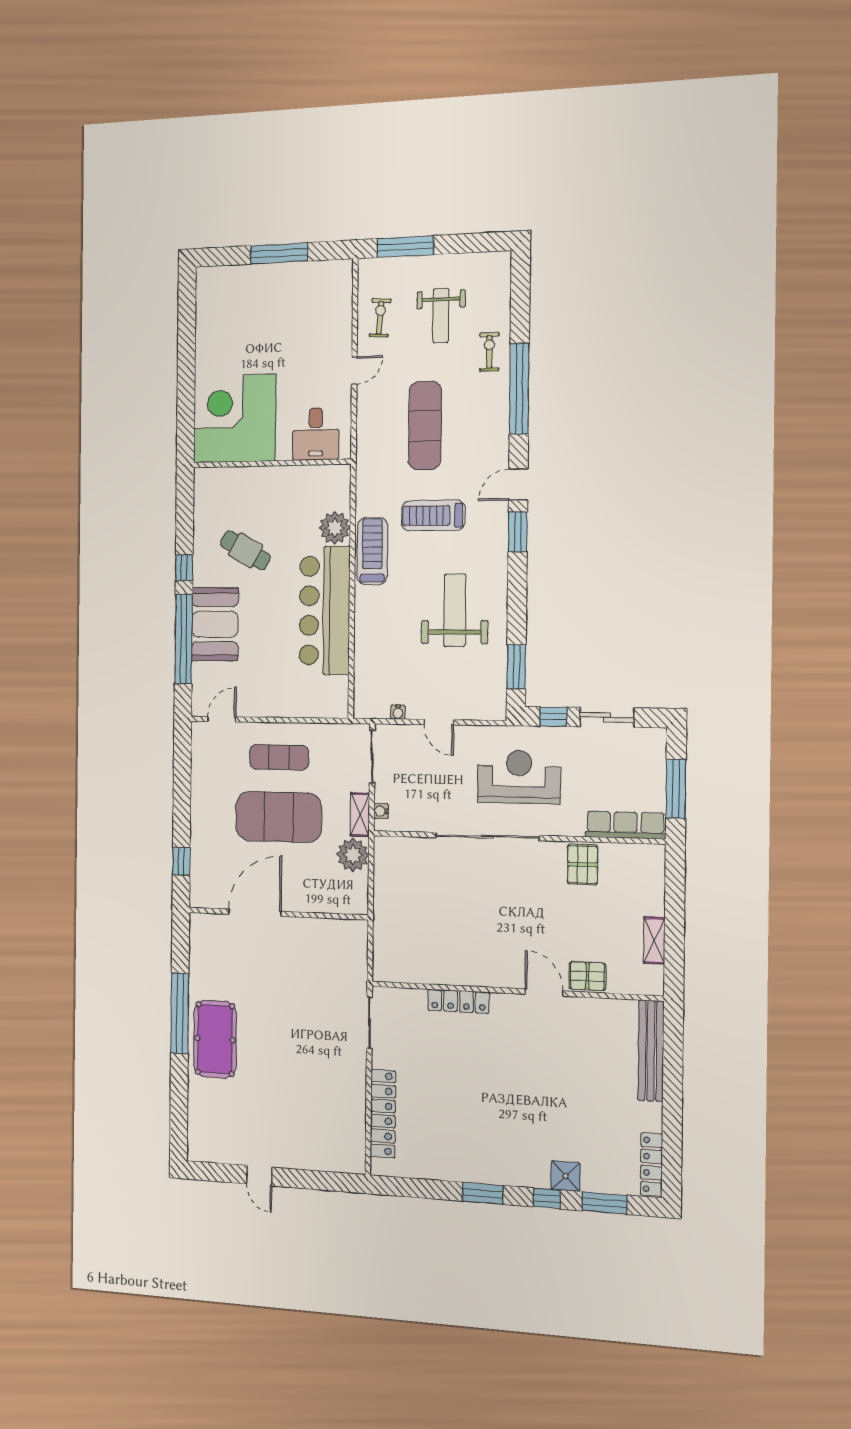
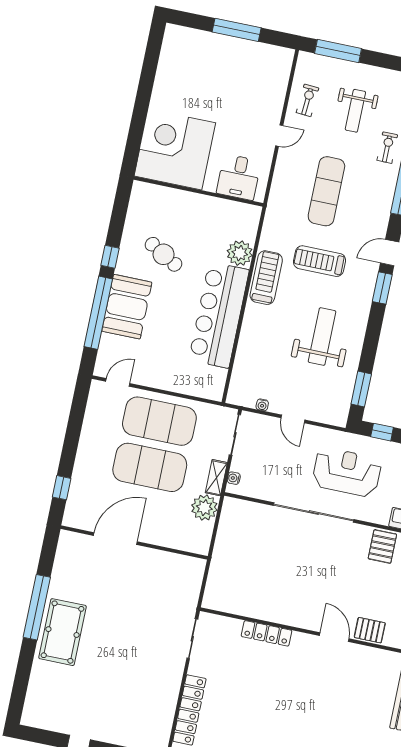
exercise mat: (279, 757) -> (159, 421), width x2.00, depth x1.45

